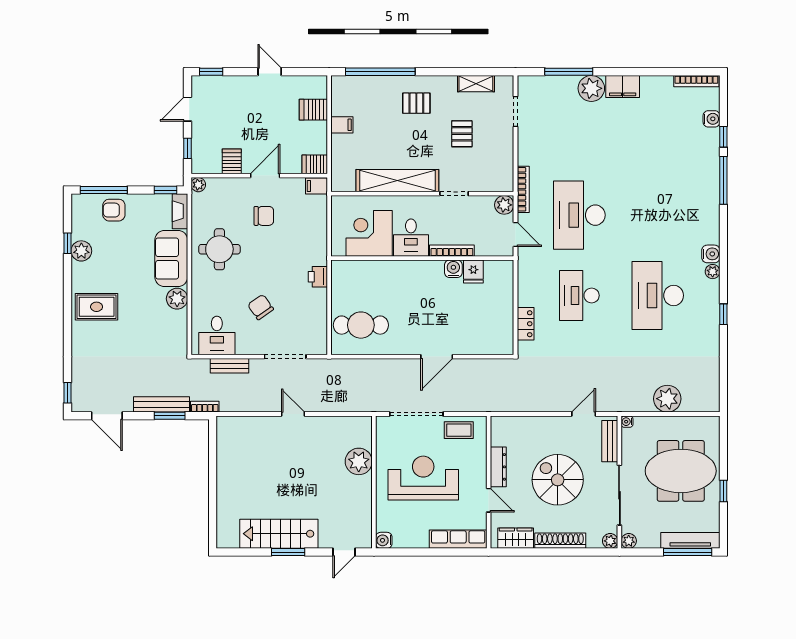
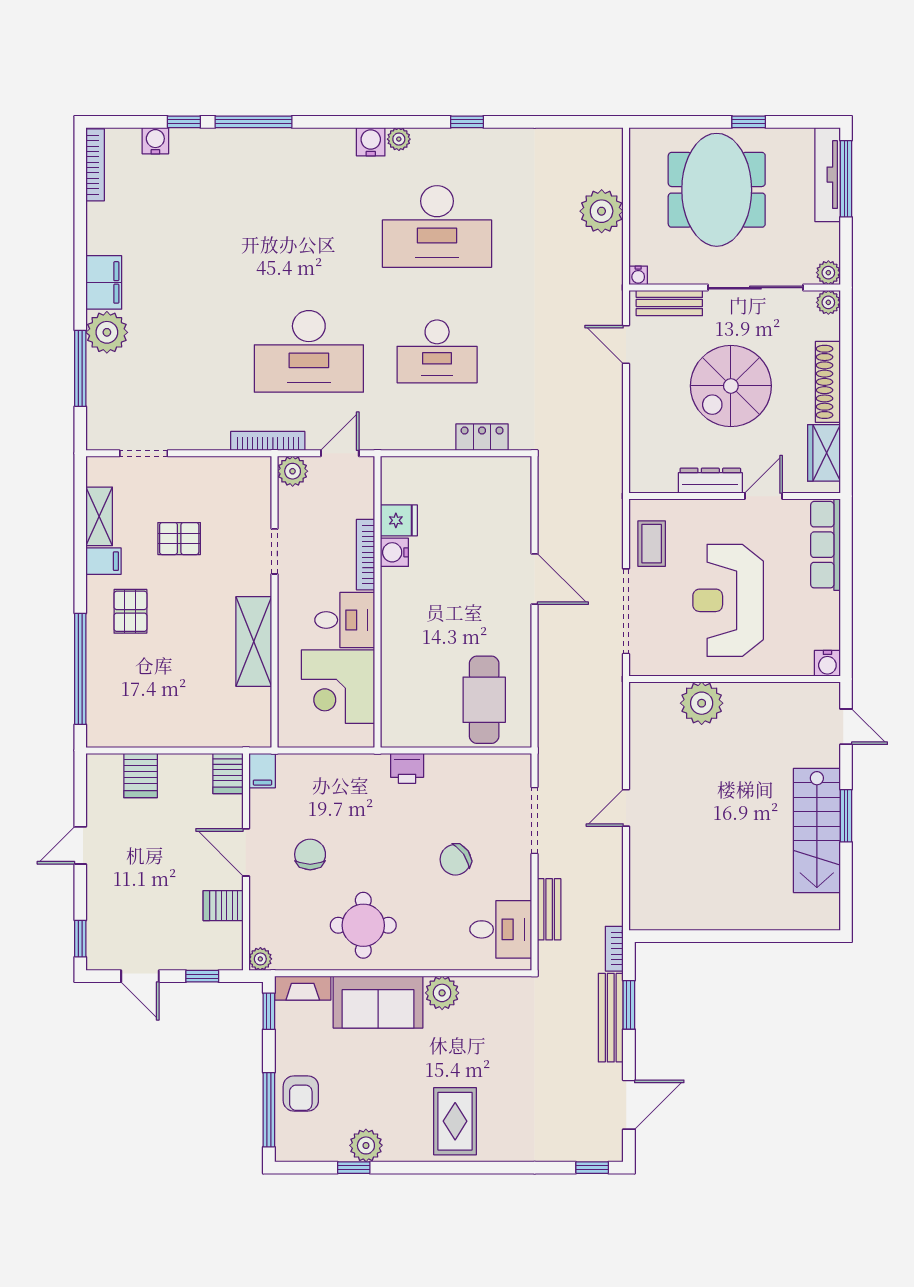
filing cabinet: (342, 125) -> (104, 561), moved, turned 90
shelving: (397, 181) -> (254, 642), width x0.68

